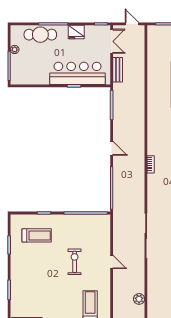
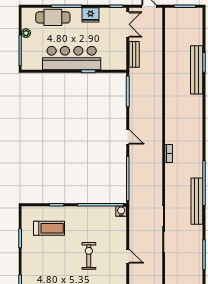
bar counter: (77, 73) -> (72, 58), moved
water cooler: (105, 219) -> (121, 211), added

